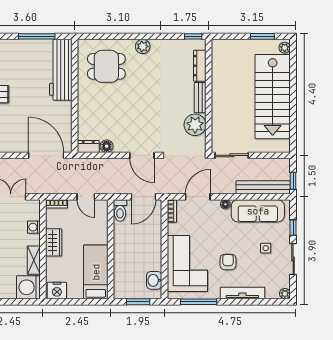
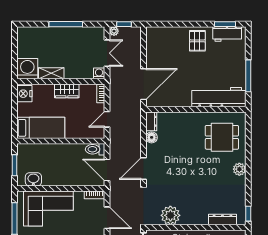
dining table: (106, 66) -> (222, 137), turned 90
bench: (200, 98) -> (194, 220), removed
washing machine: (34, 227) -> (99, 73), moved

